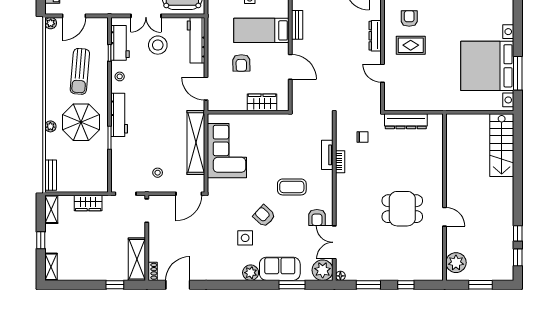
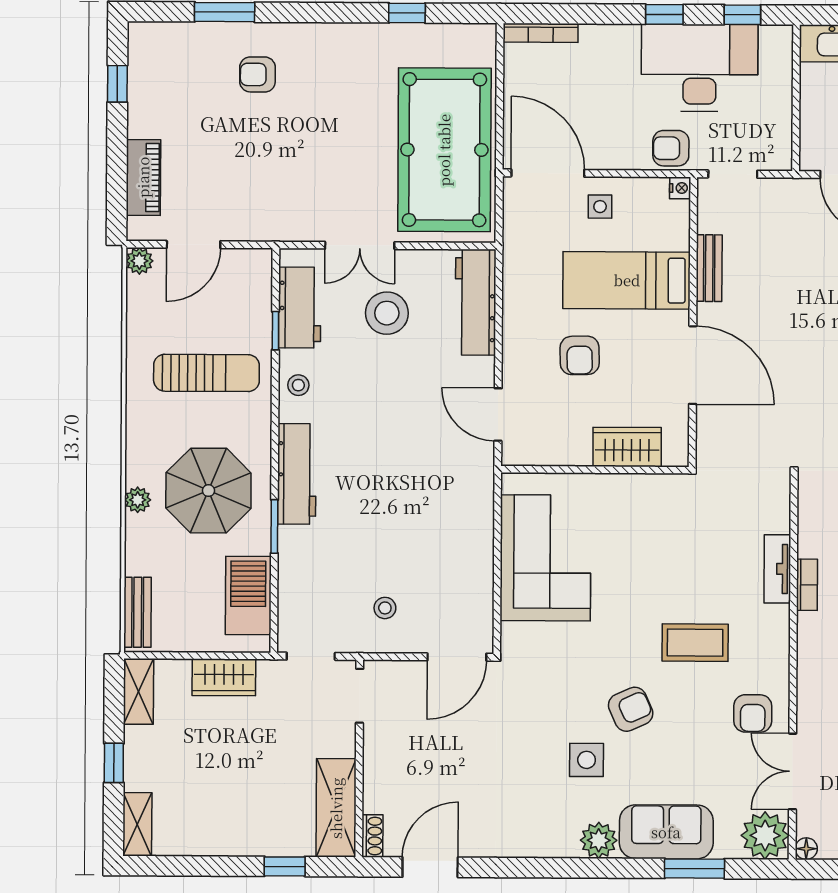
door: (290, 67) -> (693, 365), width x1.36
sun lounger: (80, 71) -> (206, 373), turned -95
shelving: (196, 143) -> (474, 539), removed
barbecue: (98, 168) -> (248, 596), added
armchair: (264, 216) -> (631, 709), turned 113

